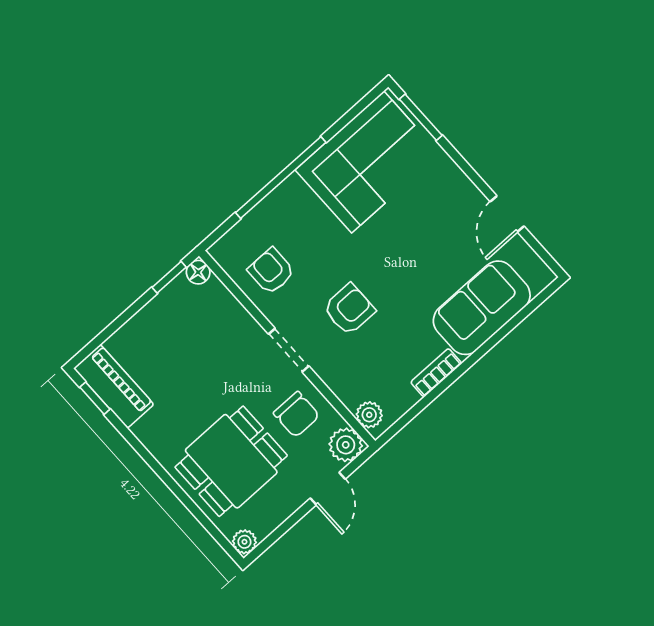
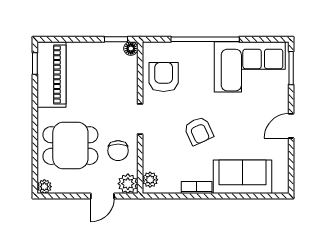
door: (507, 214) -> (291, 126), moved
armchair: (271, 271) -> (164, 77), width x1.38, depth x1.38
armchair: (349, 309) -> (199, 131), moved, turned 65
piano: (114, 386) -> (52, 74), width x1.37, depth x1.33

